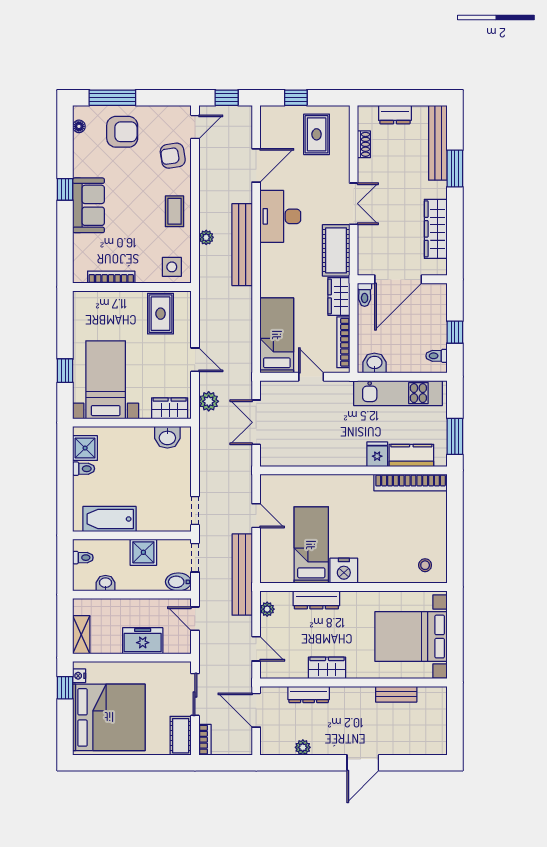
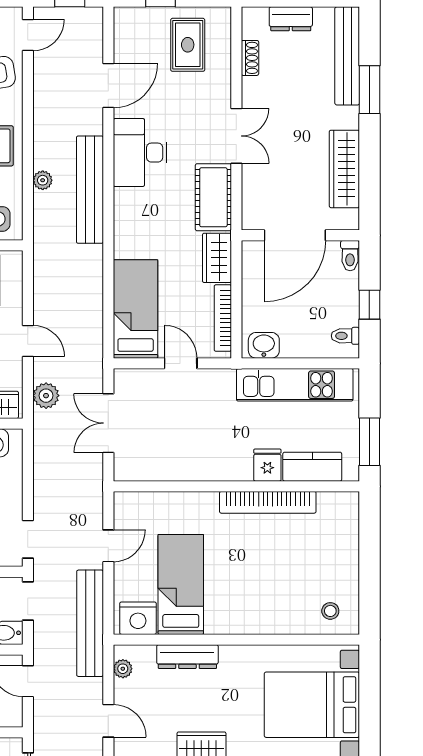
toilet: (365, 295) -> (350, 256), moved
bookcase: (411, 483) -> (268, 502), moved
door: (256, 516) -> (108, 546), hinge flipped
nightstand: (344, 571) -> (138, 618), moved

